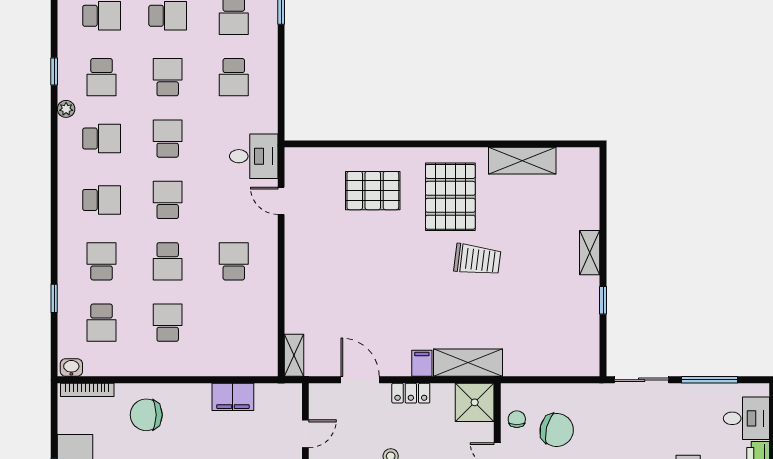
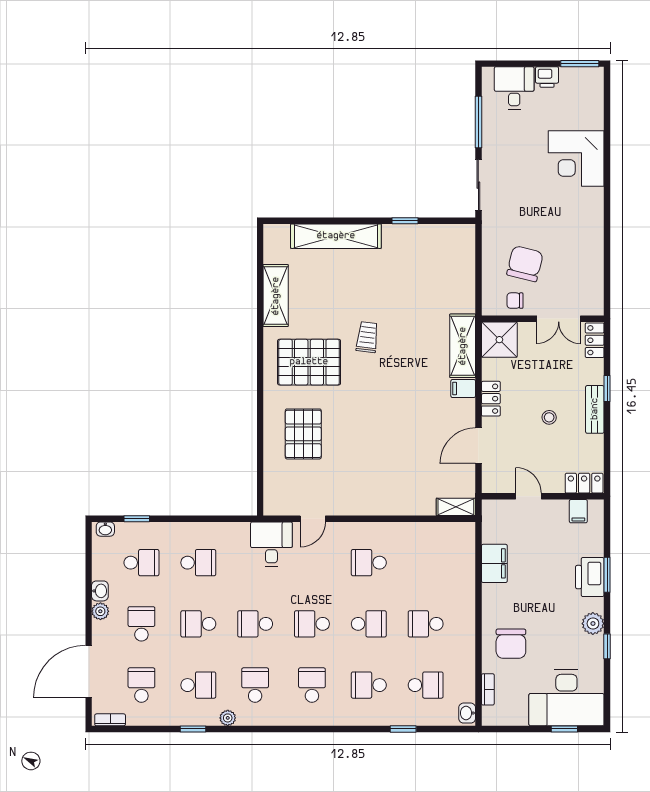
shelving: (590, 253) -> (336, 236), width x2.20, depth x1.33
trolley: (477, 260) -> (367, 337), width x0.73, depth x0.72
bookcase: (87, 390) -> (488, 689), width x0.64

